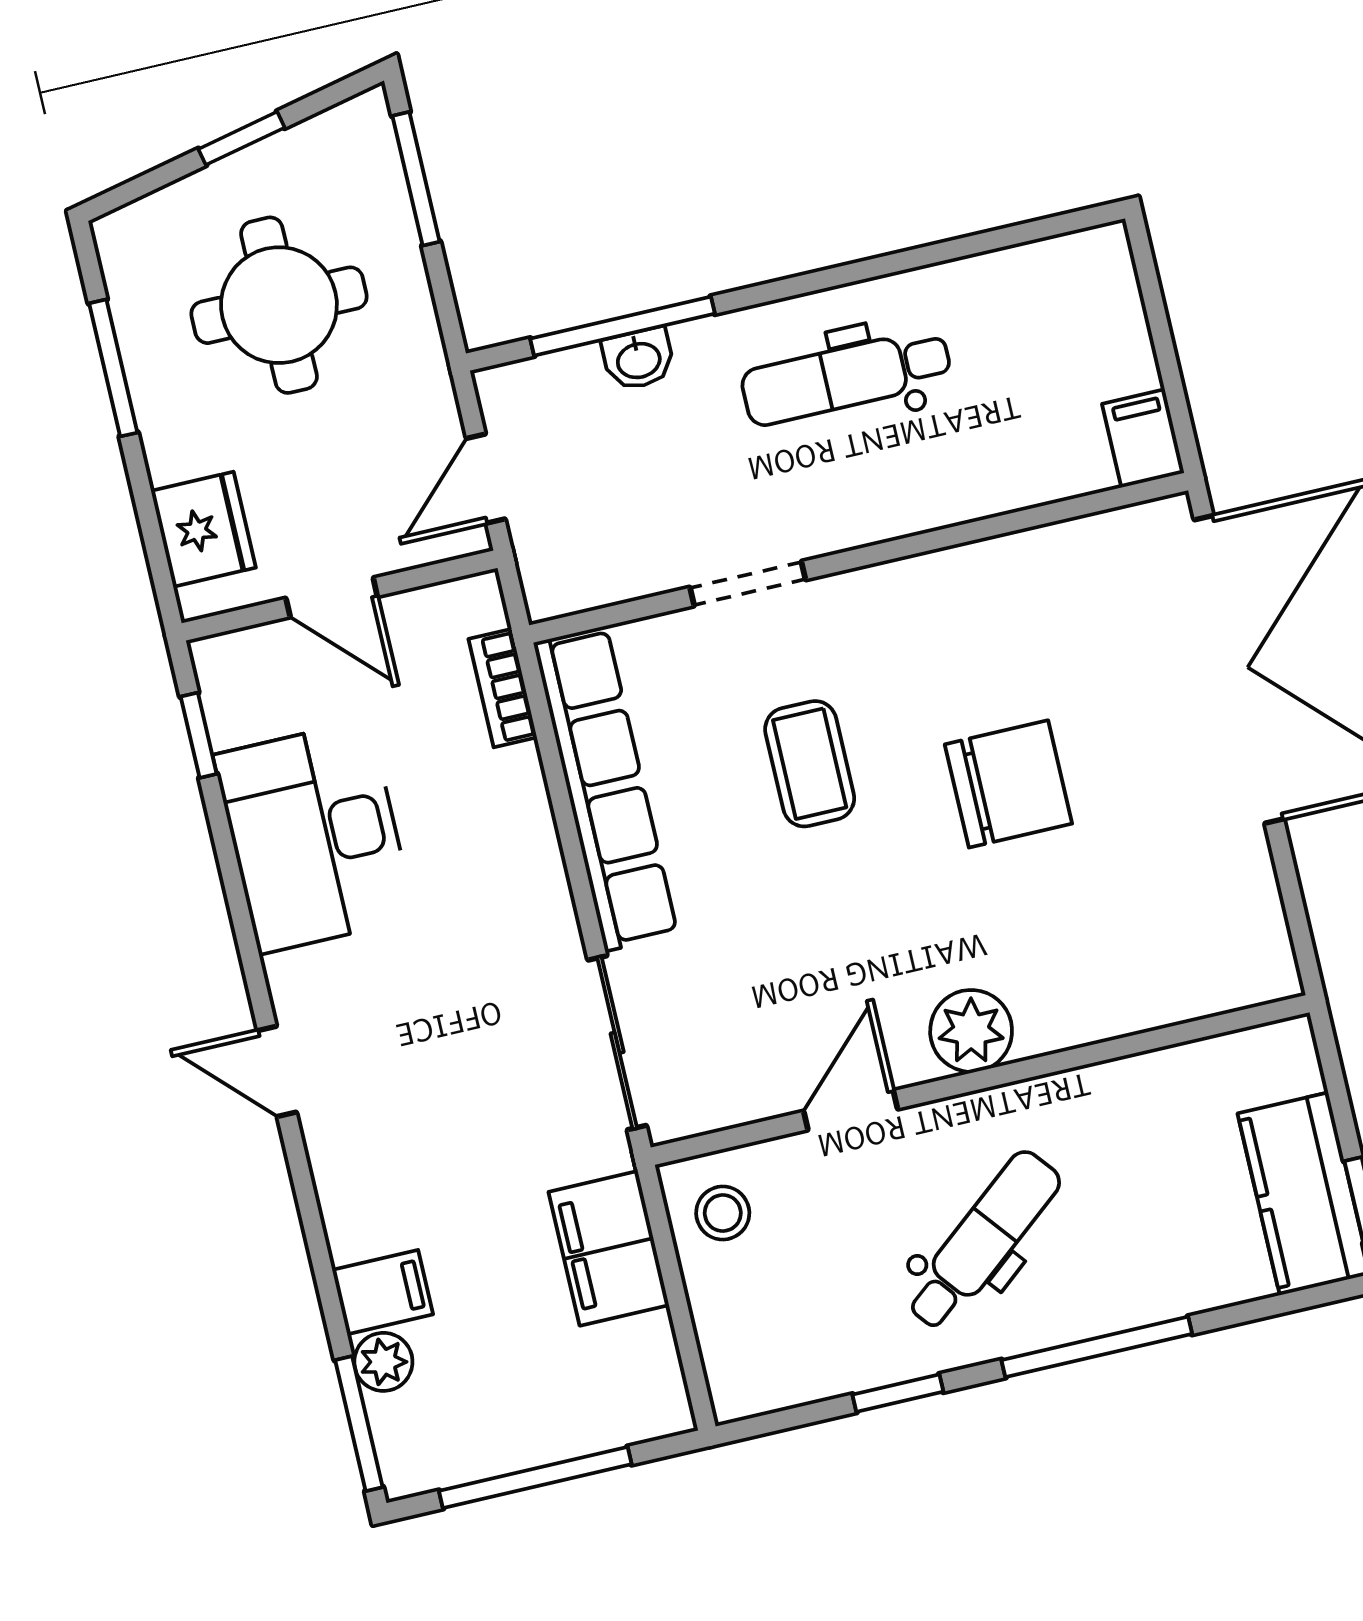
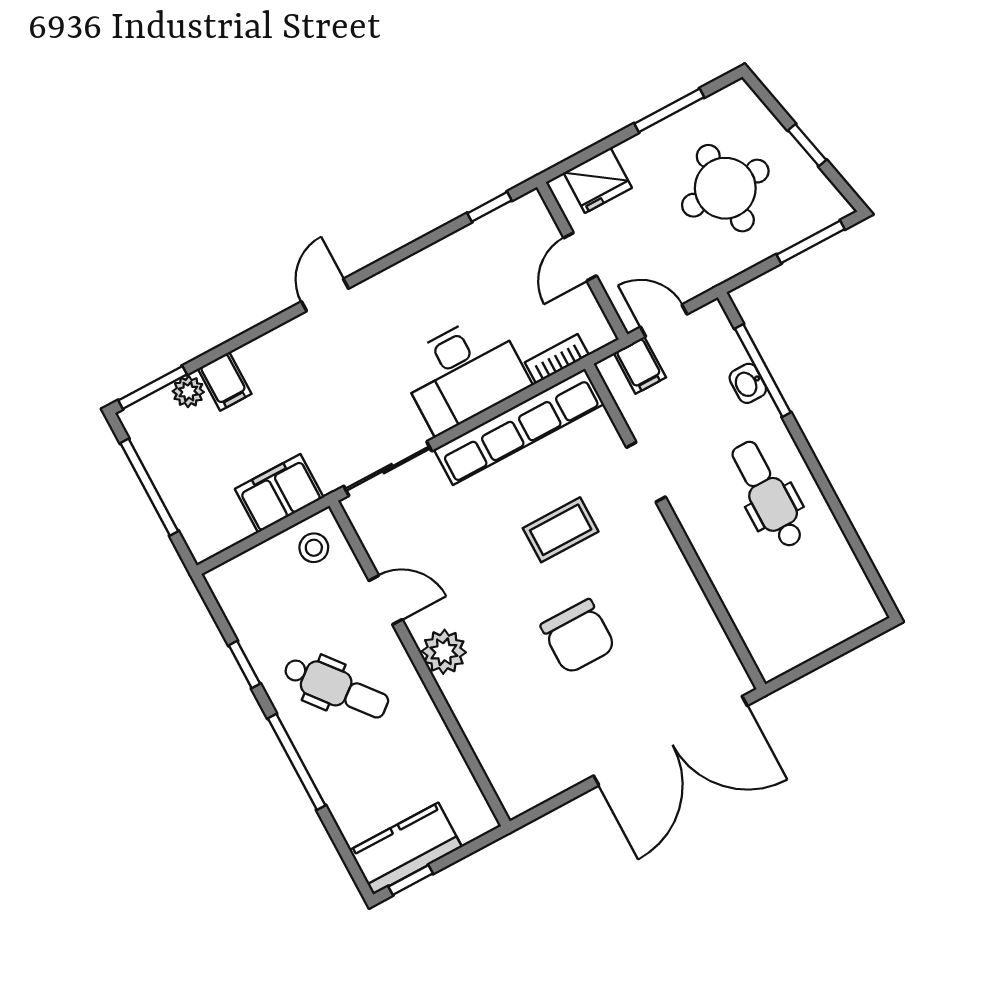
filing cabinet: (1143, 438) -> (640, 365), moved, turned 90
desk: (314, 837) -> (464, 373), moved, turned 180

